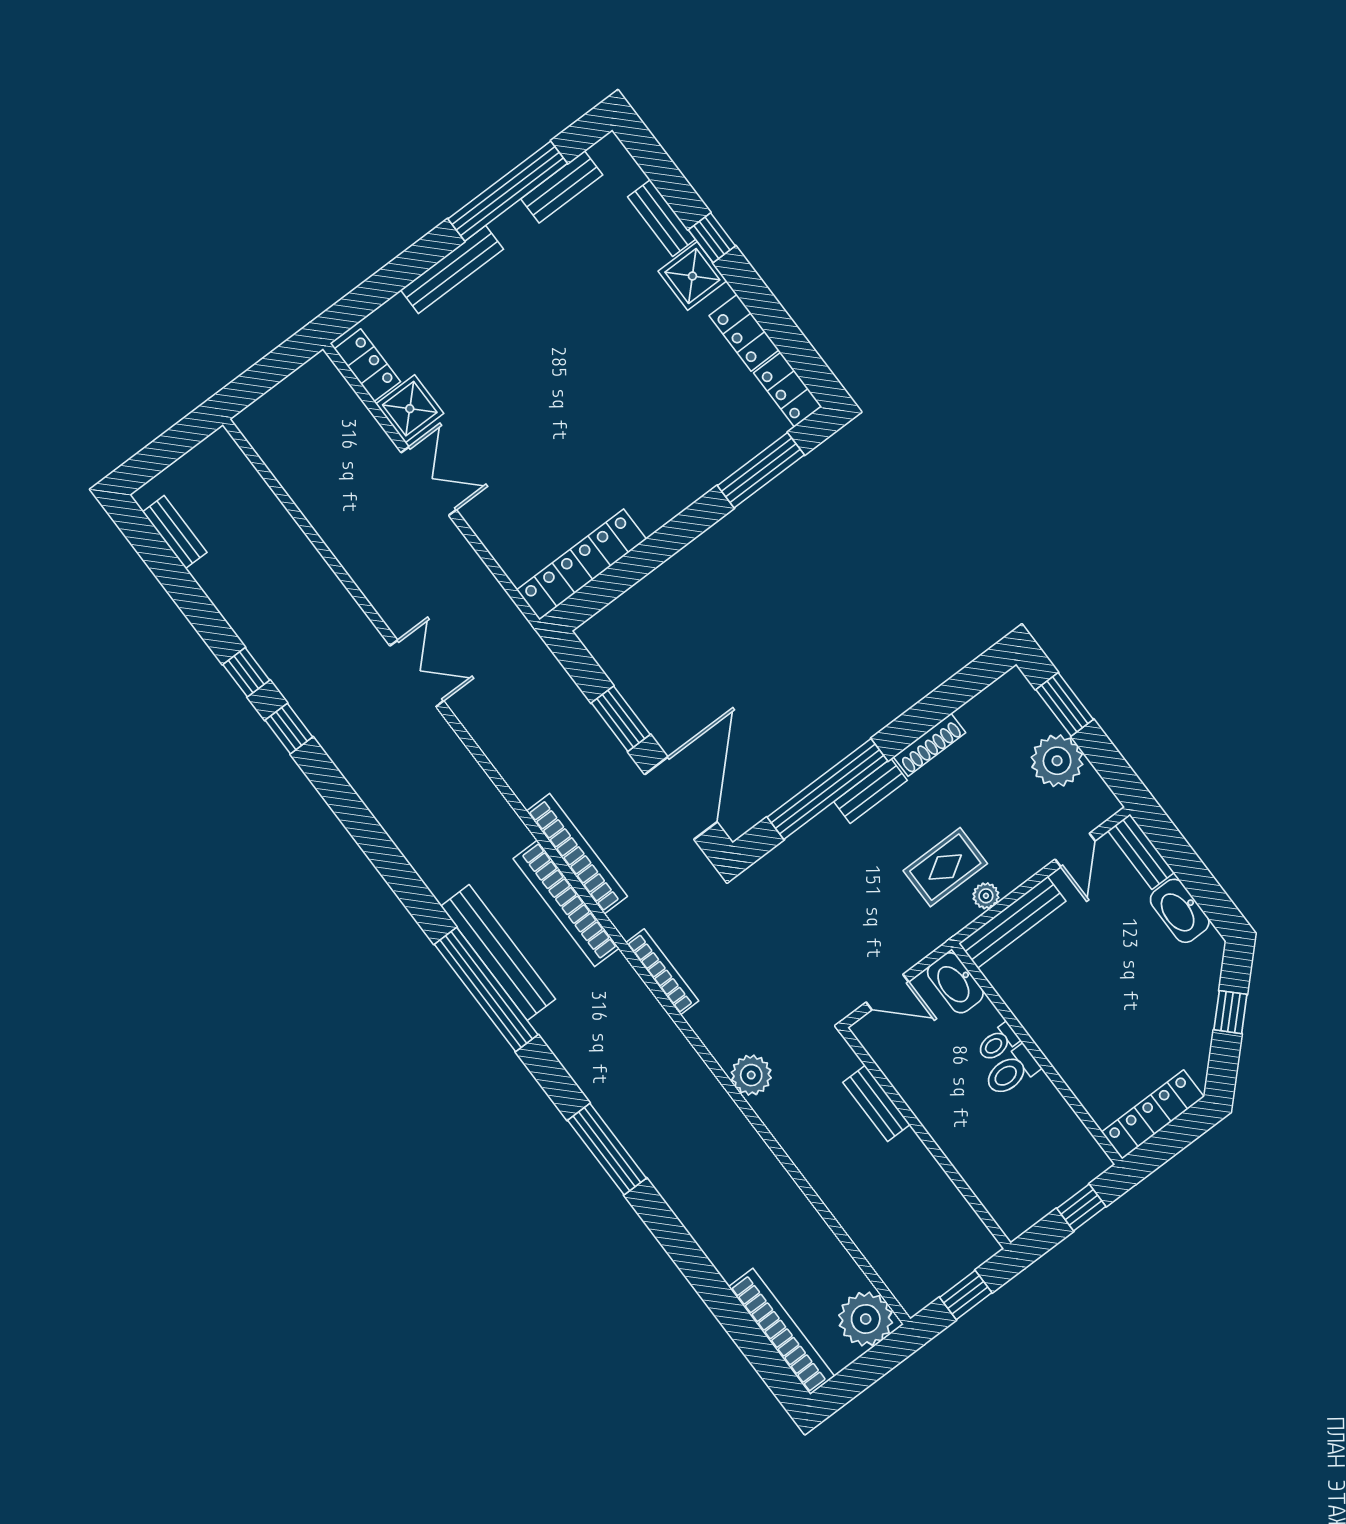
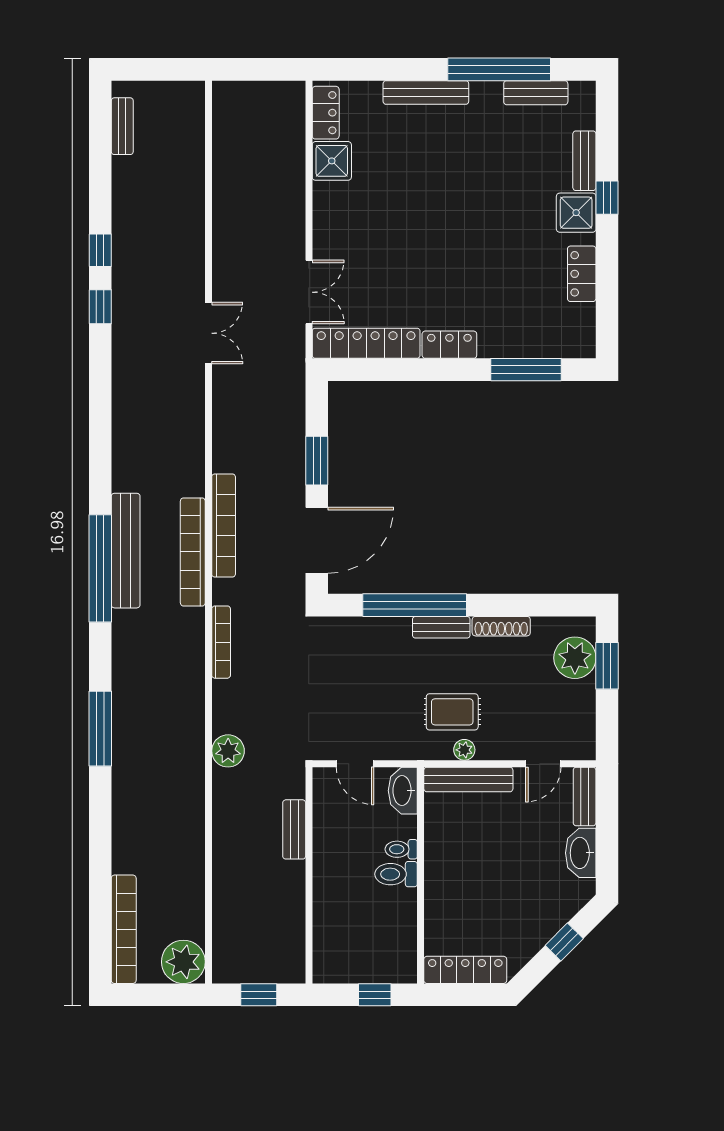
locker: (788, 390) -> (449, 345), moved, turned 90
double door: (429, 481) -> (309, 292), moved
plant: (1057, 761) -> (575, 658), moved

